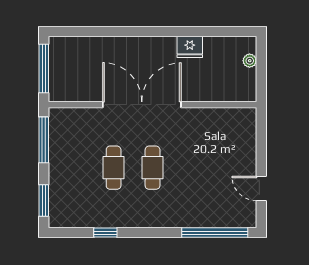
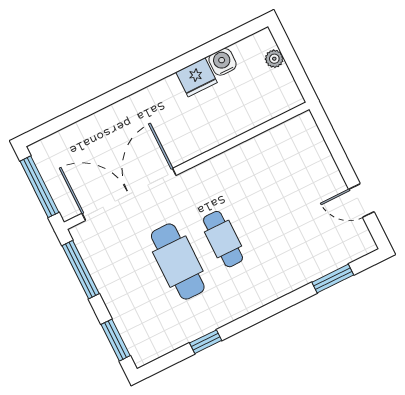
water cooler: (213, 45) -> (223, 62), added
double door: (142, 105) -> (129, 194), moved
cafe table: (114, 168) -> (178, 262), width x1.37, depth x1.35
window: (215, 233) -> (333, 279), width x0.47

